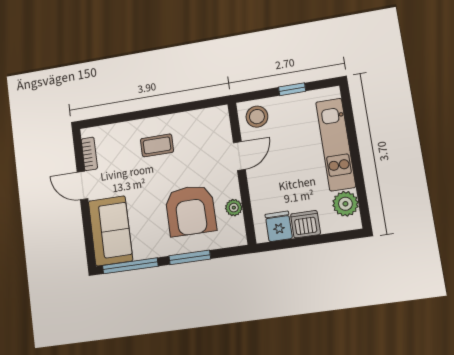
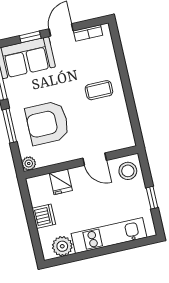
coffee table: (157, 145) -> (99, 90), turned 90
plant: (234, 208) -> (29, 164), moved
window: (87, 223) -> (30, 37), added
fridge: (279, 226) -> (61, 182), moved, turned 90

